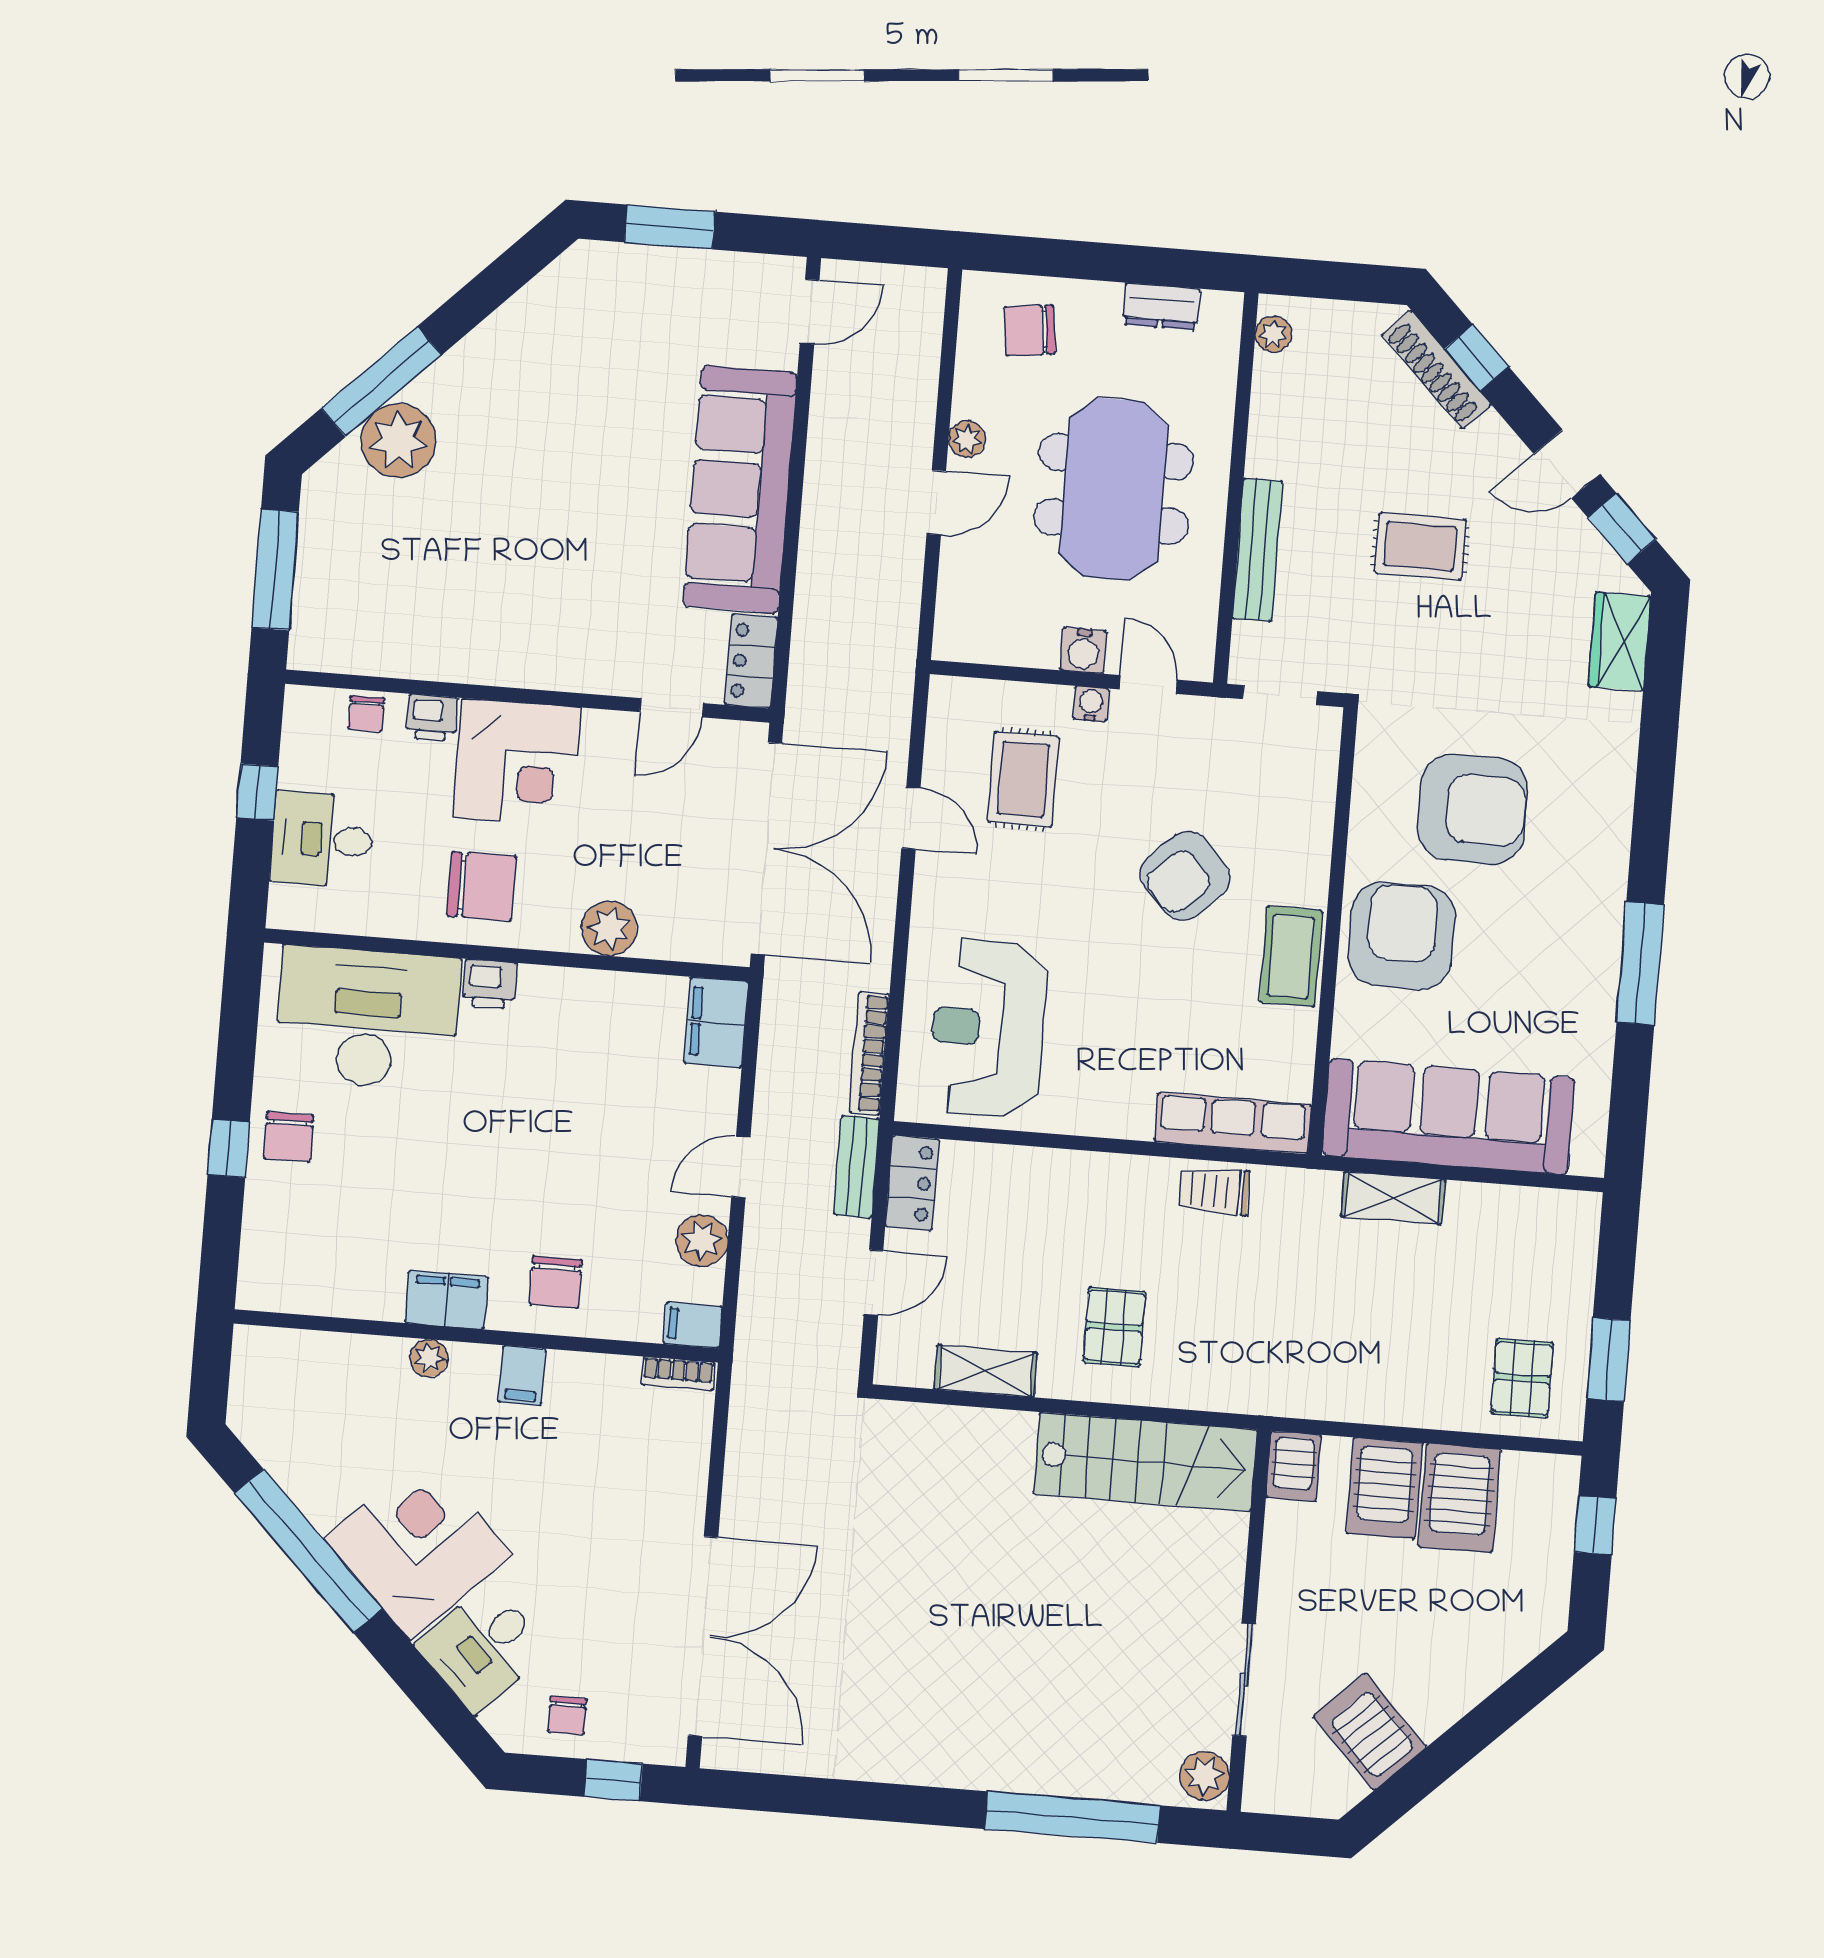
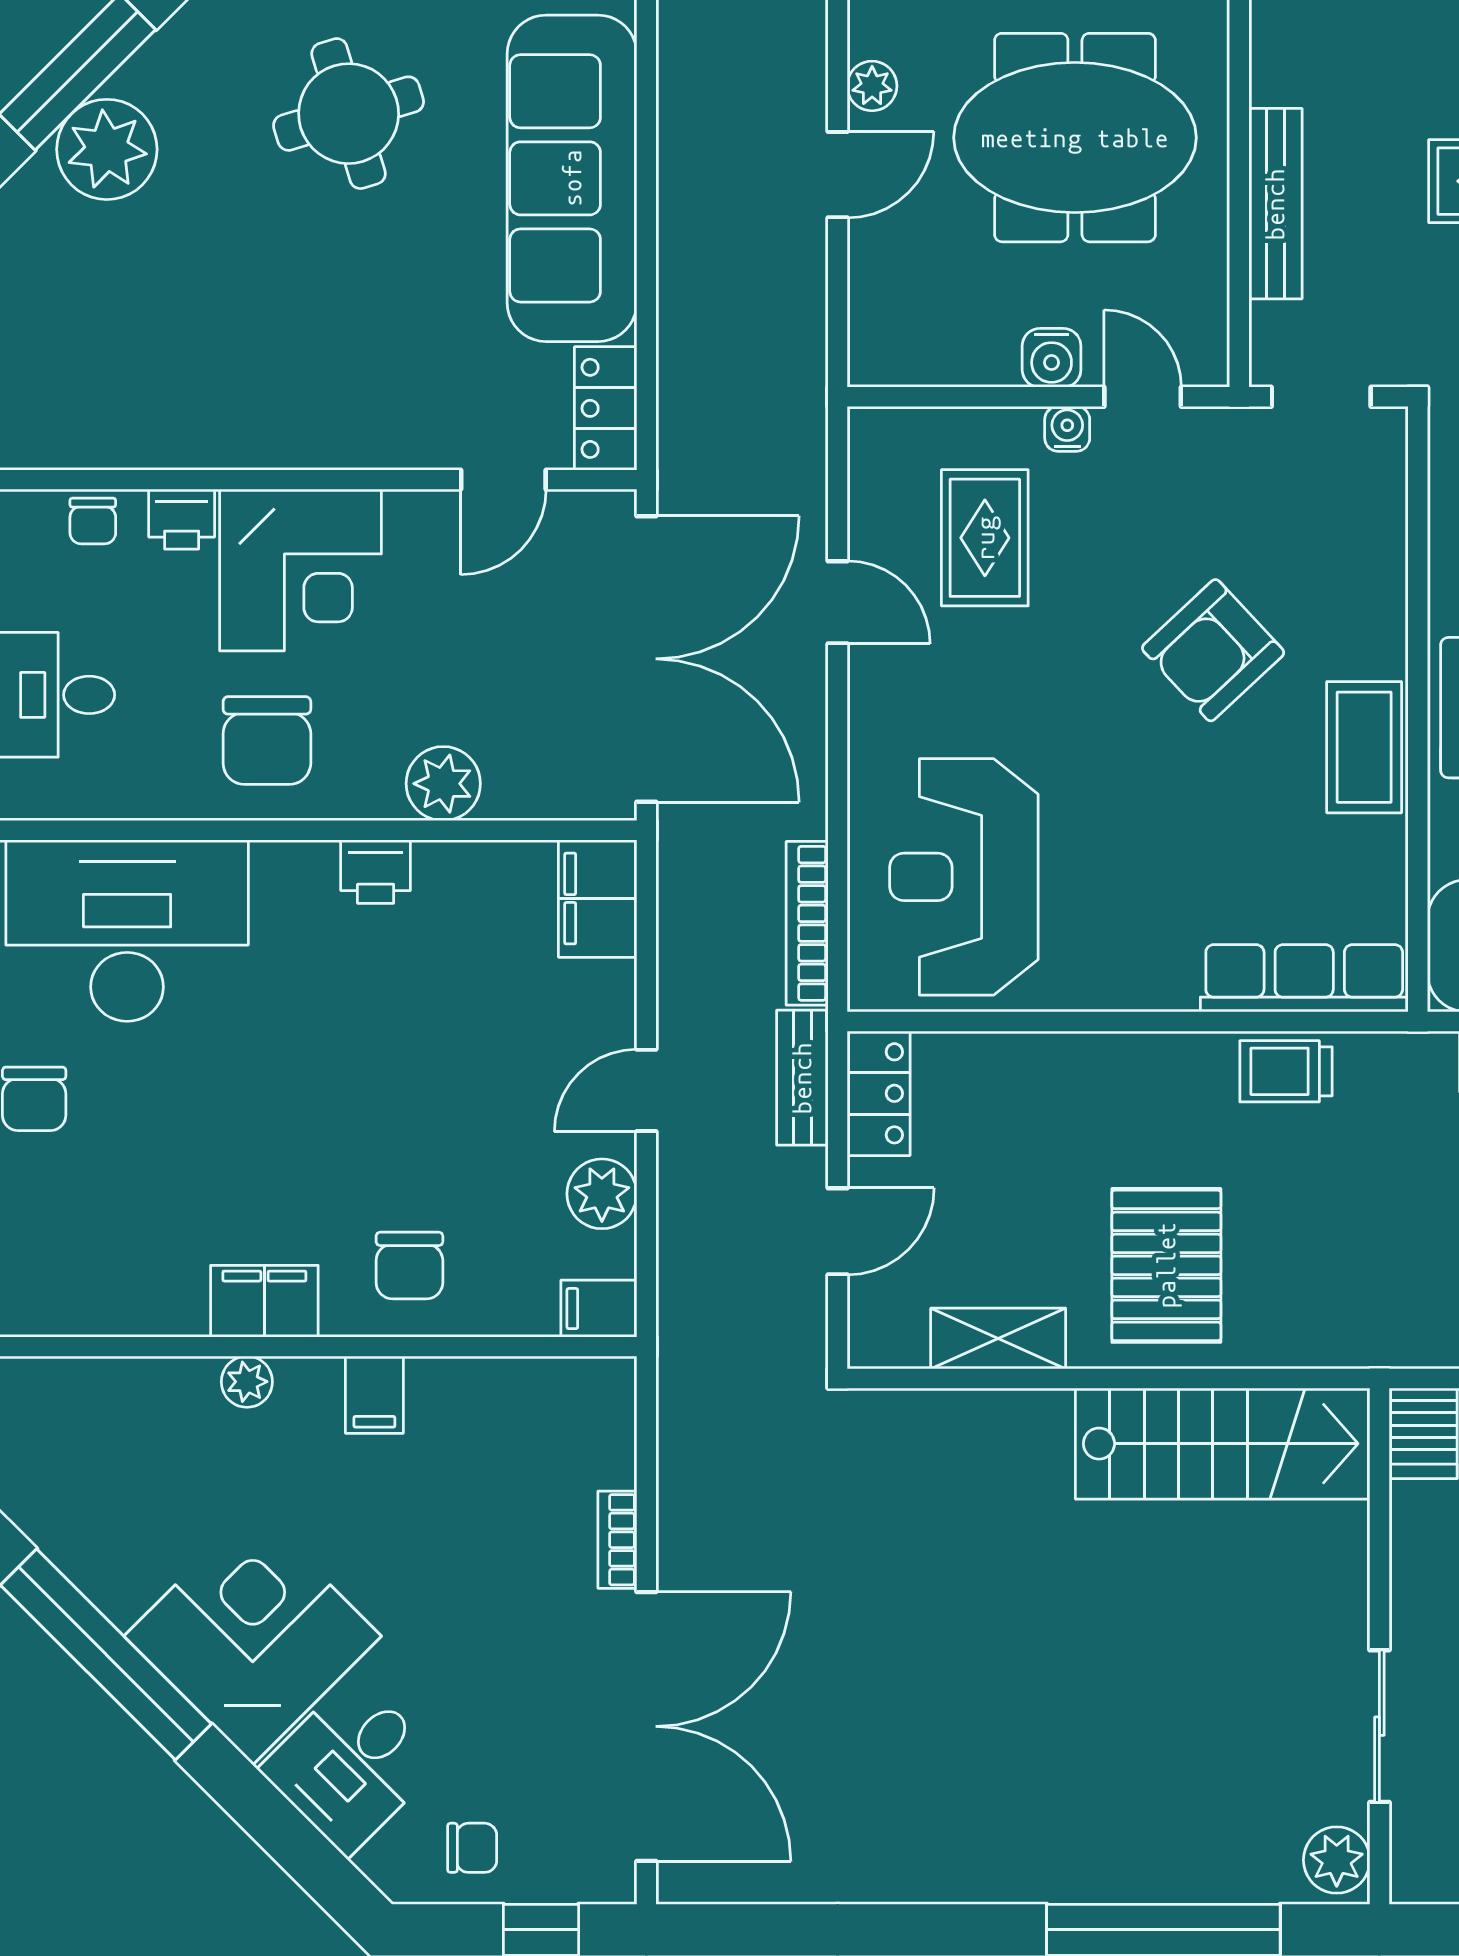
round table: (579, 428) -> (349, 114), added
meeting table: (1114, 489) -> (1075, 138), turned 90
chair: (482, 886) -> (267, 741), turned 90
printer: (490, 984) -> (376, 872), moved
pallet: (1114, 1327) -> (1166, 1265), width x1.50, depth x1.42
bookcase: (678, 1374) -> (617, 1540), moved, turned 90
chair: (567, 1716) -> (472, 1848), turned -90

